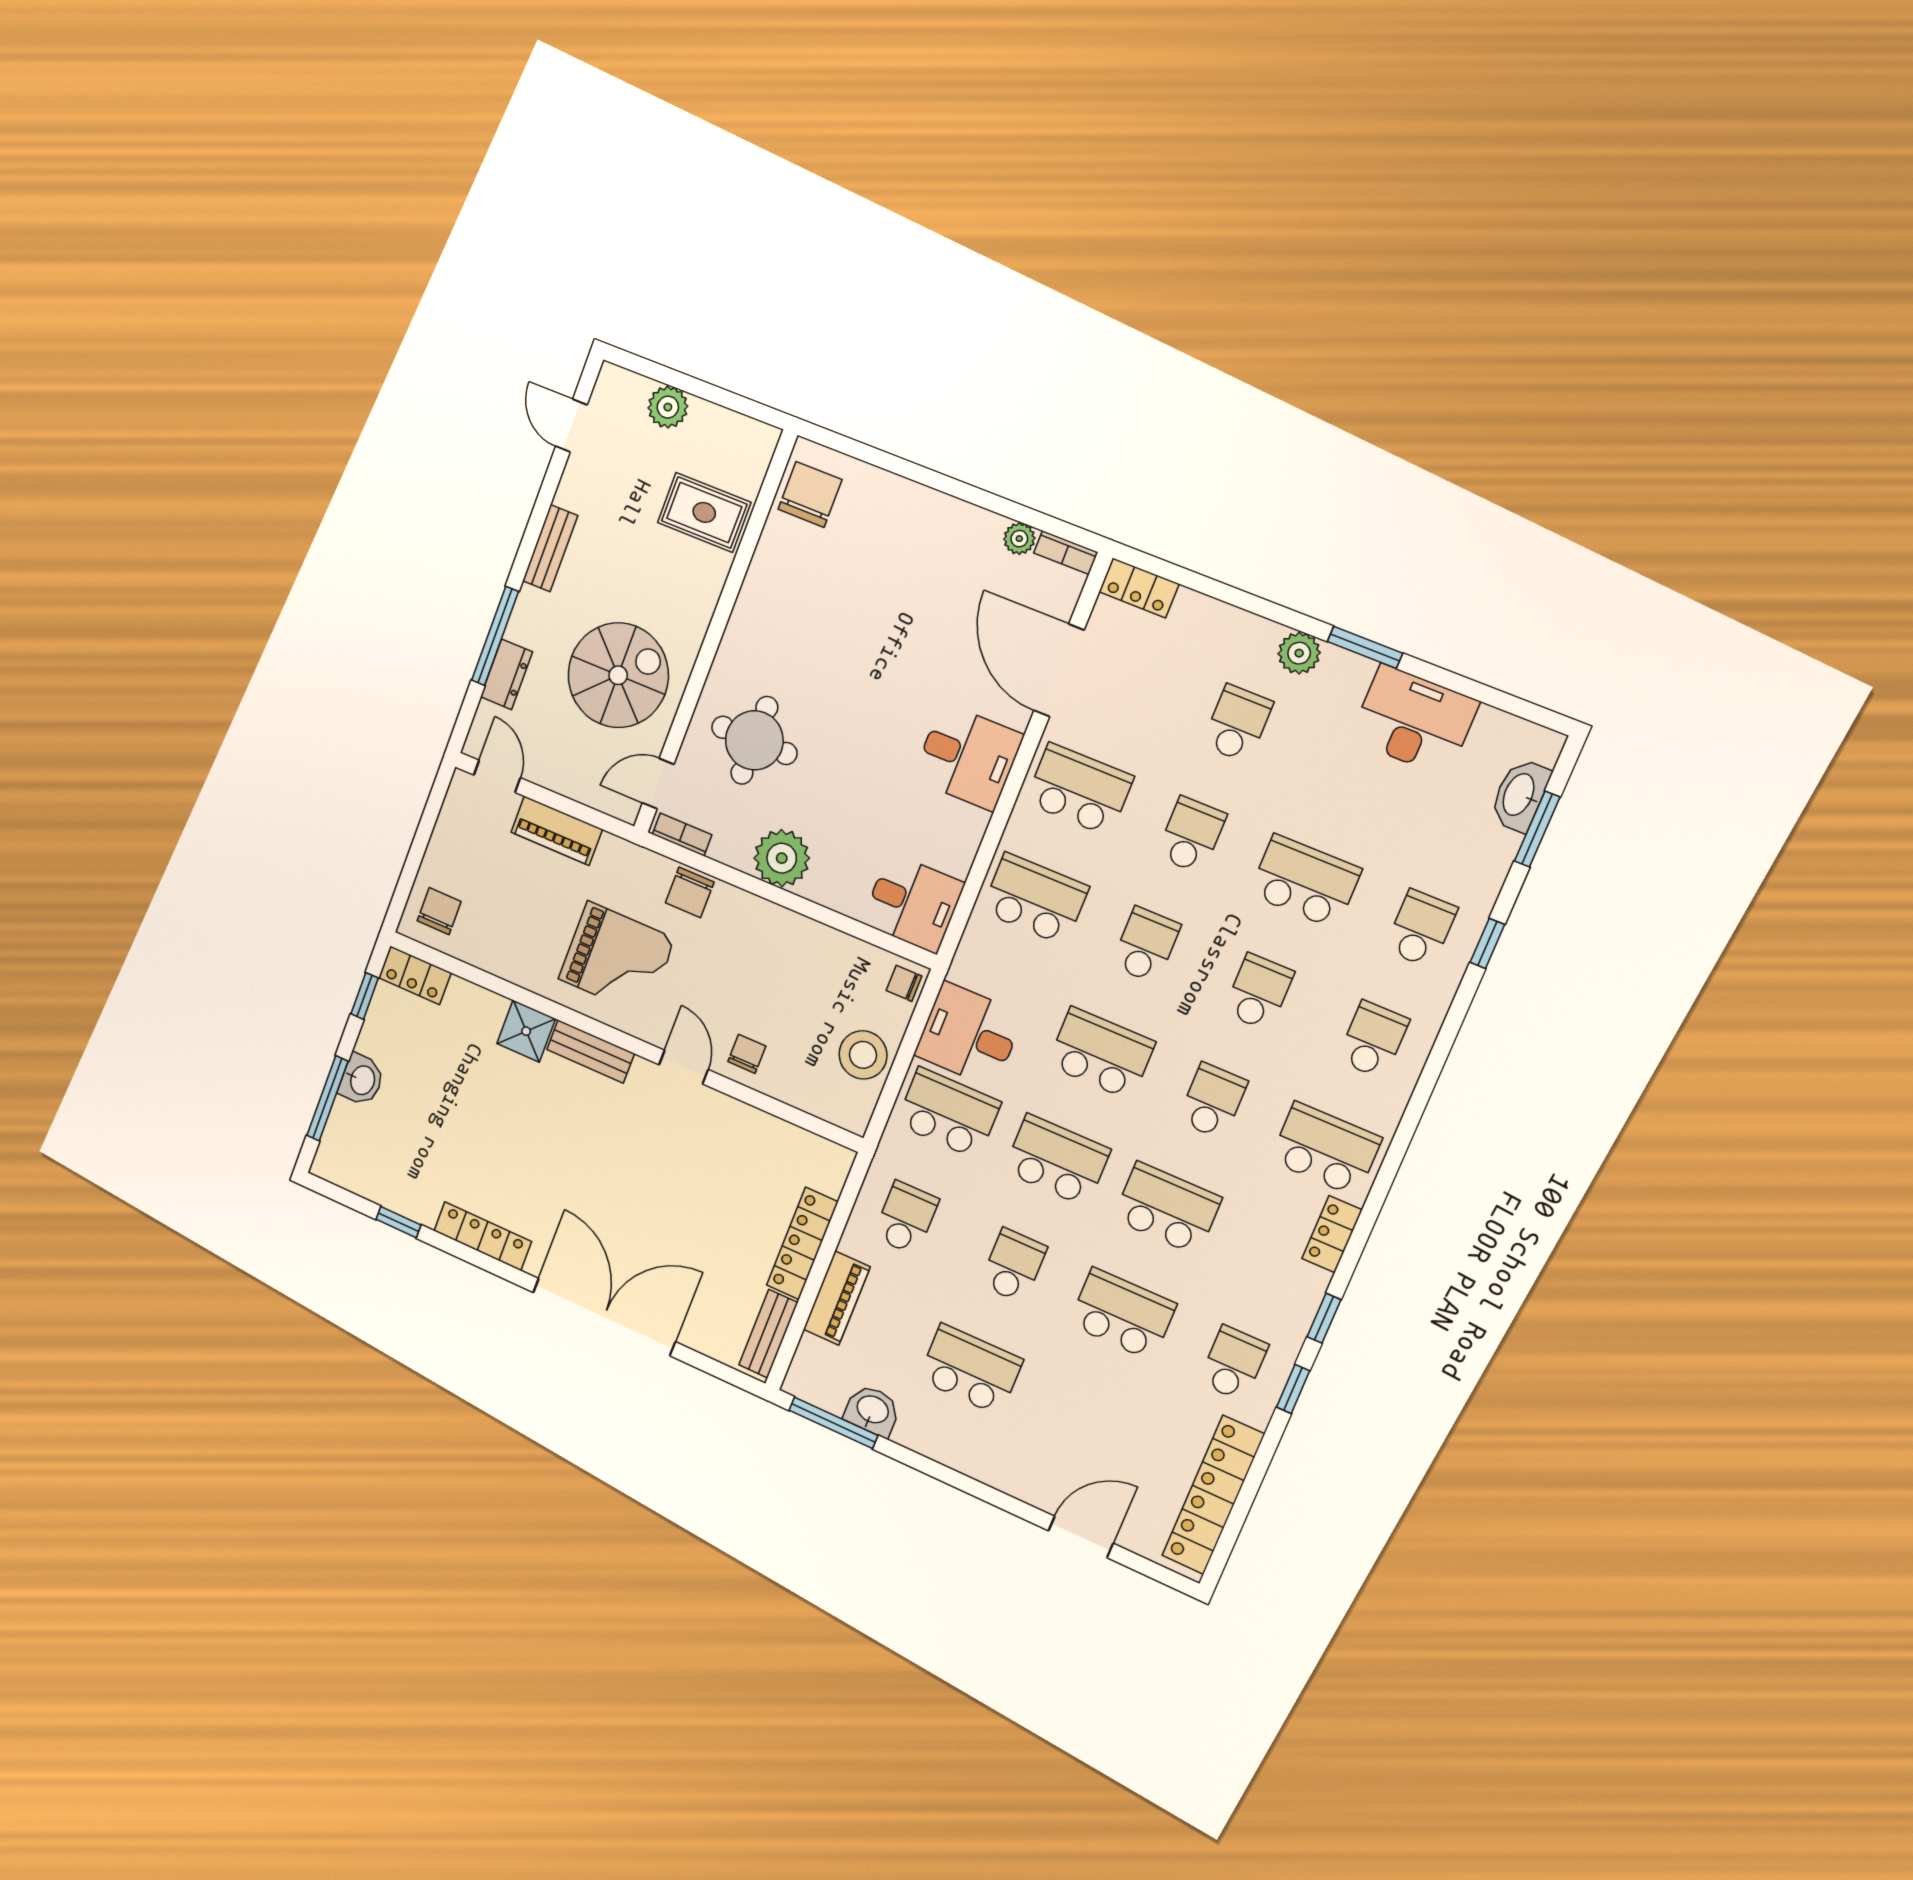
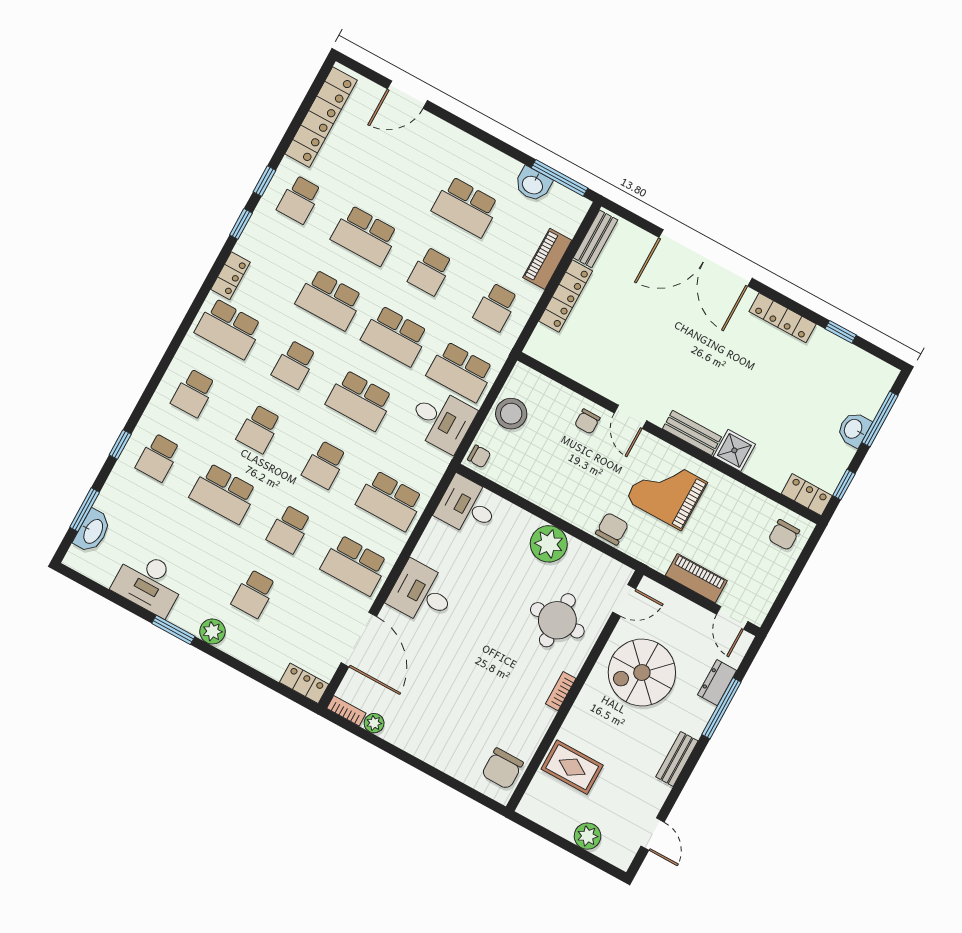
bookcase: (682, 834) -> (561, 691), moved, turned 90

